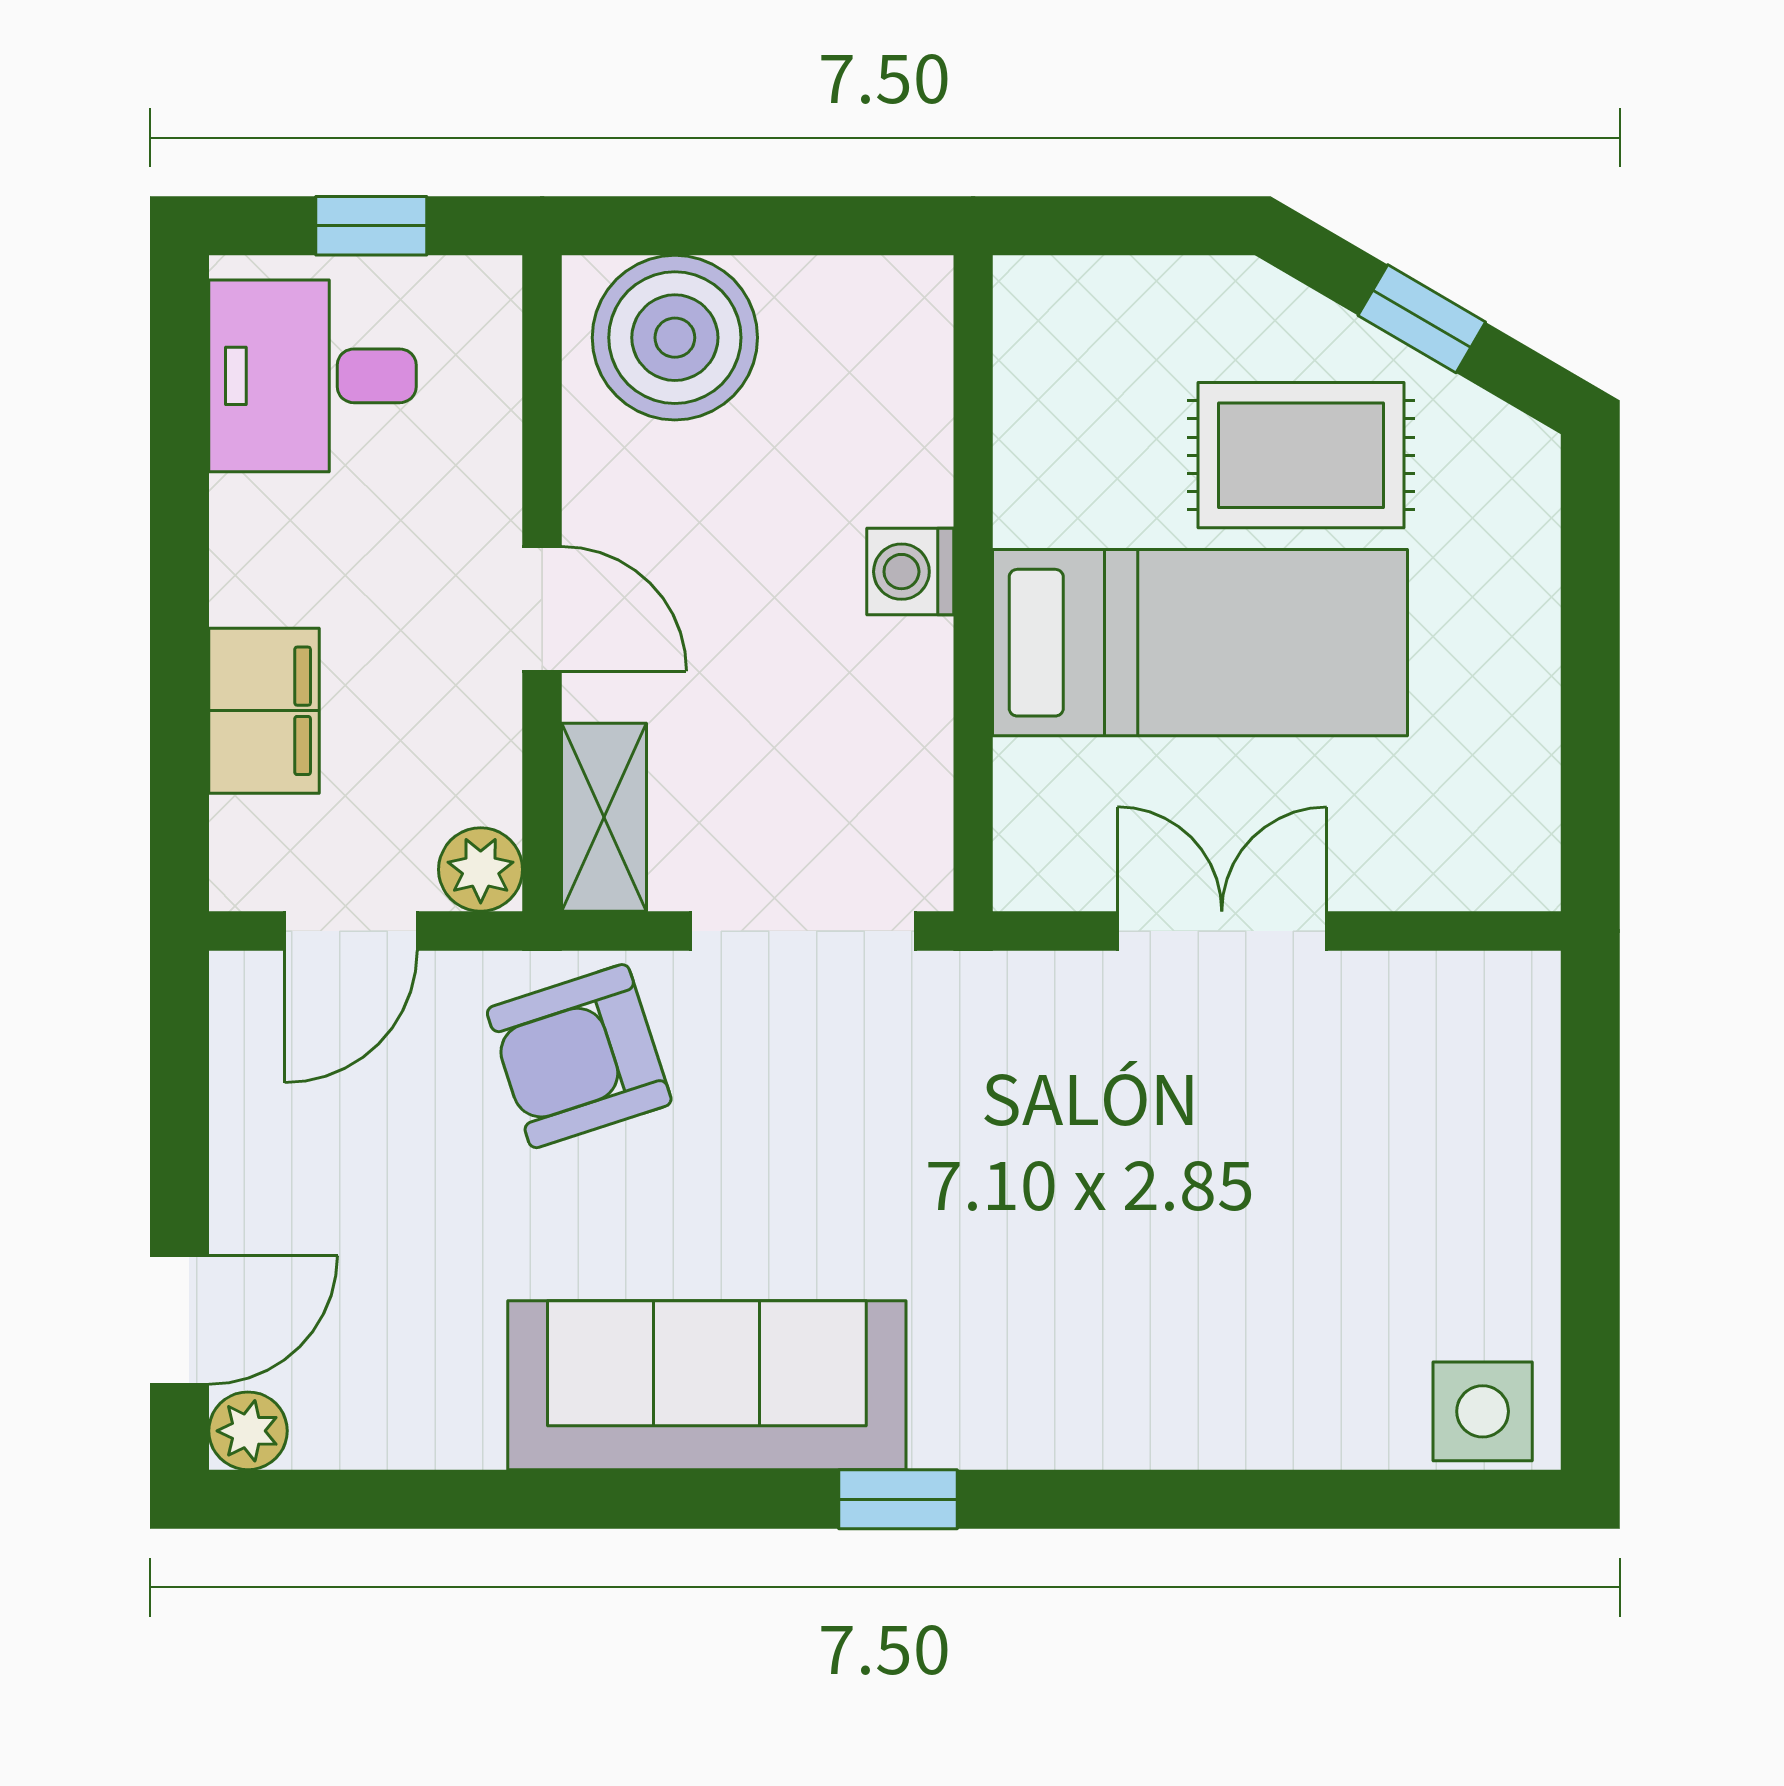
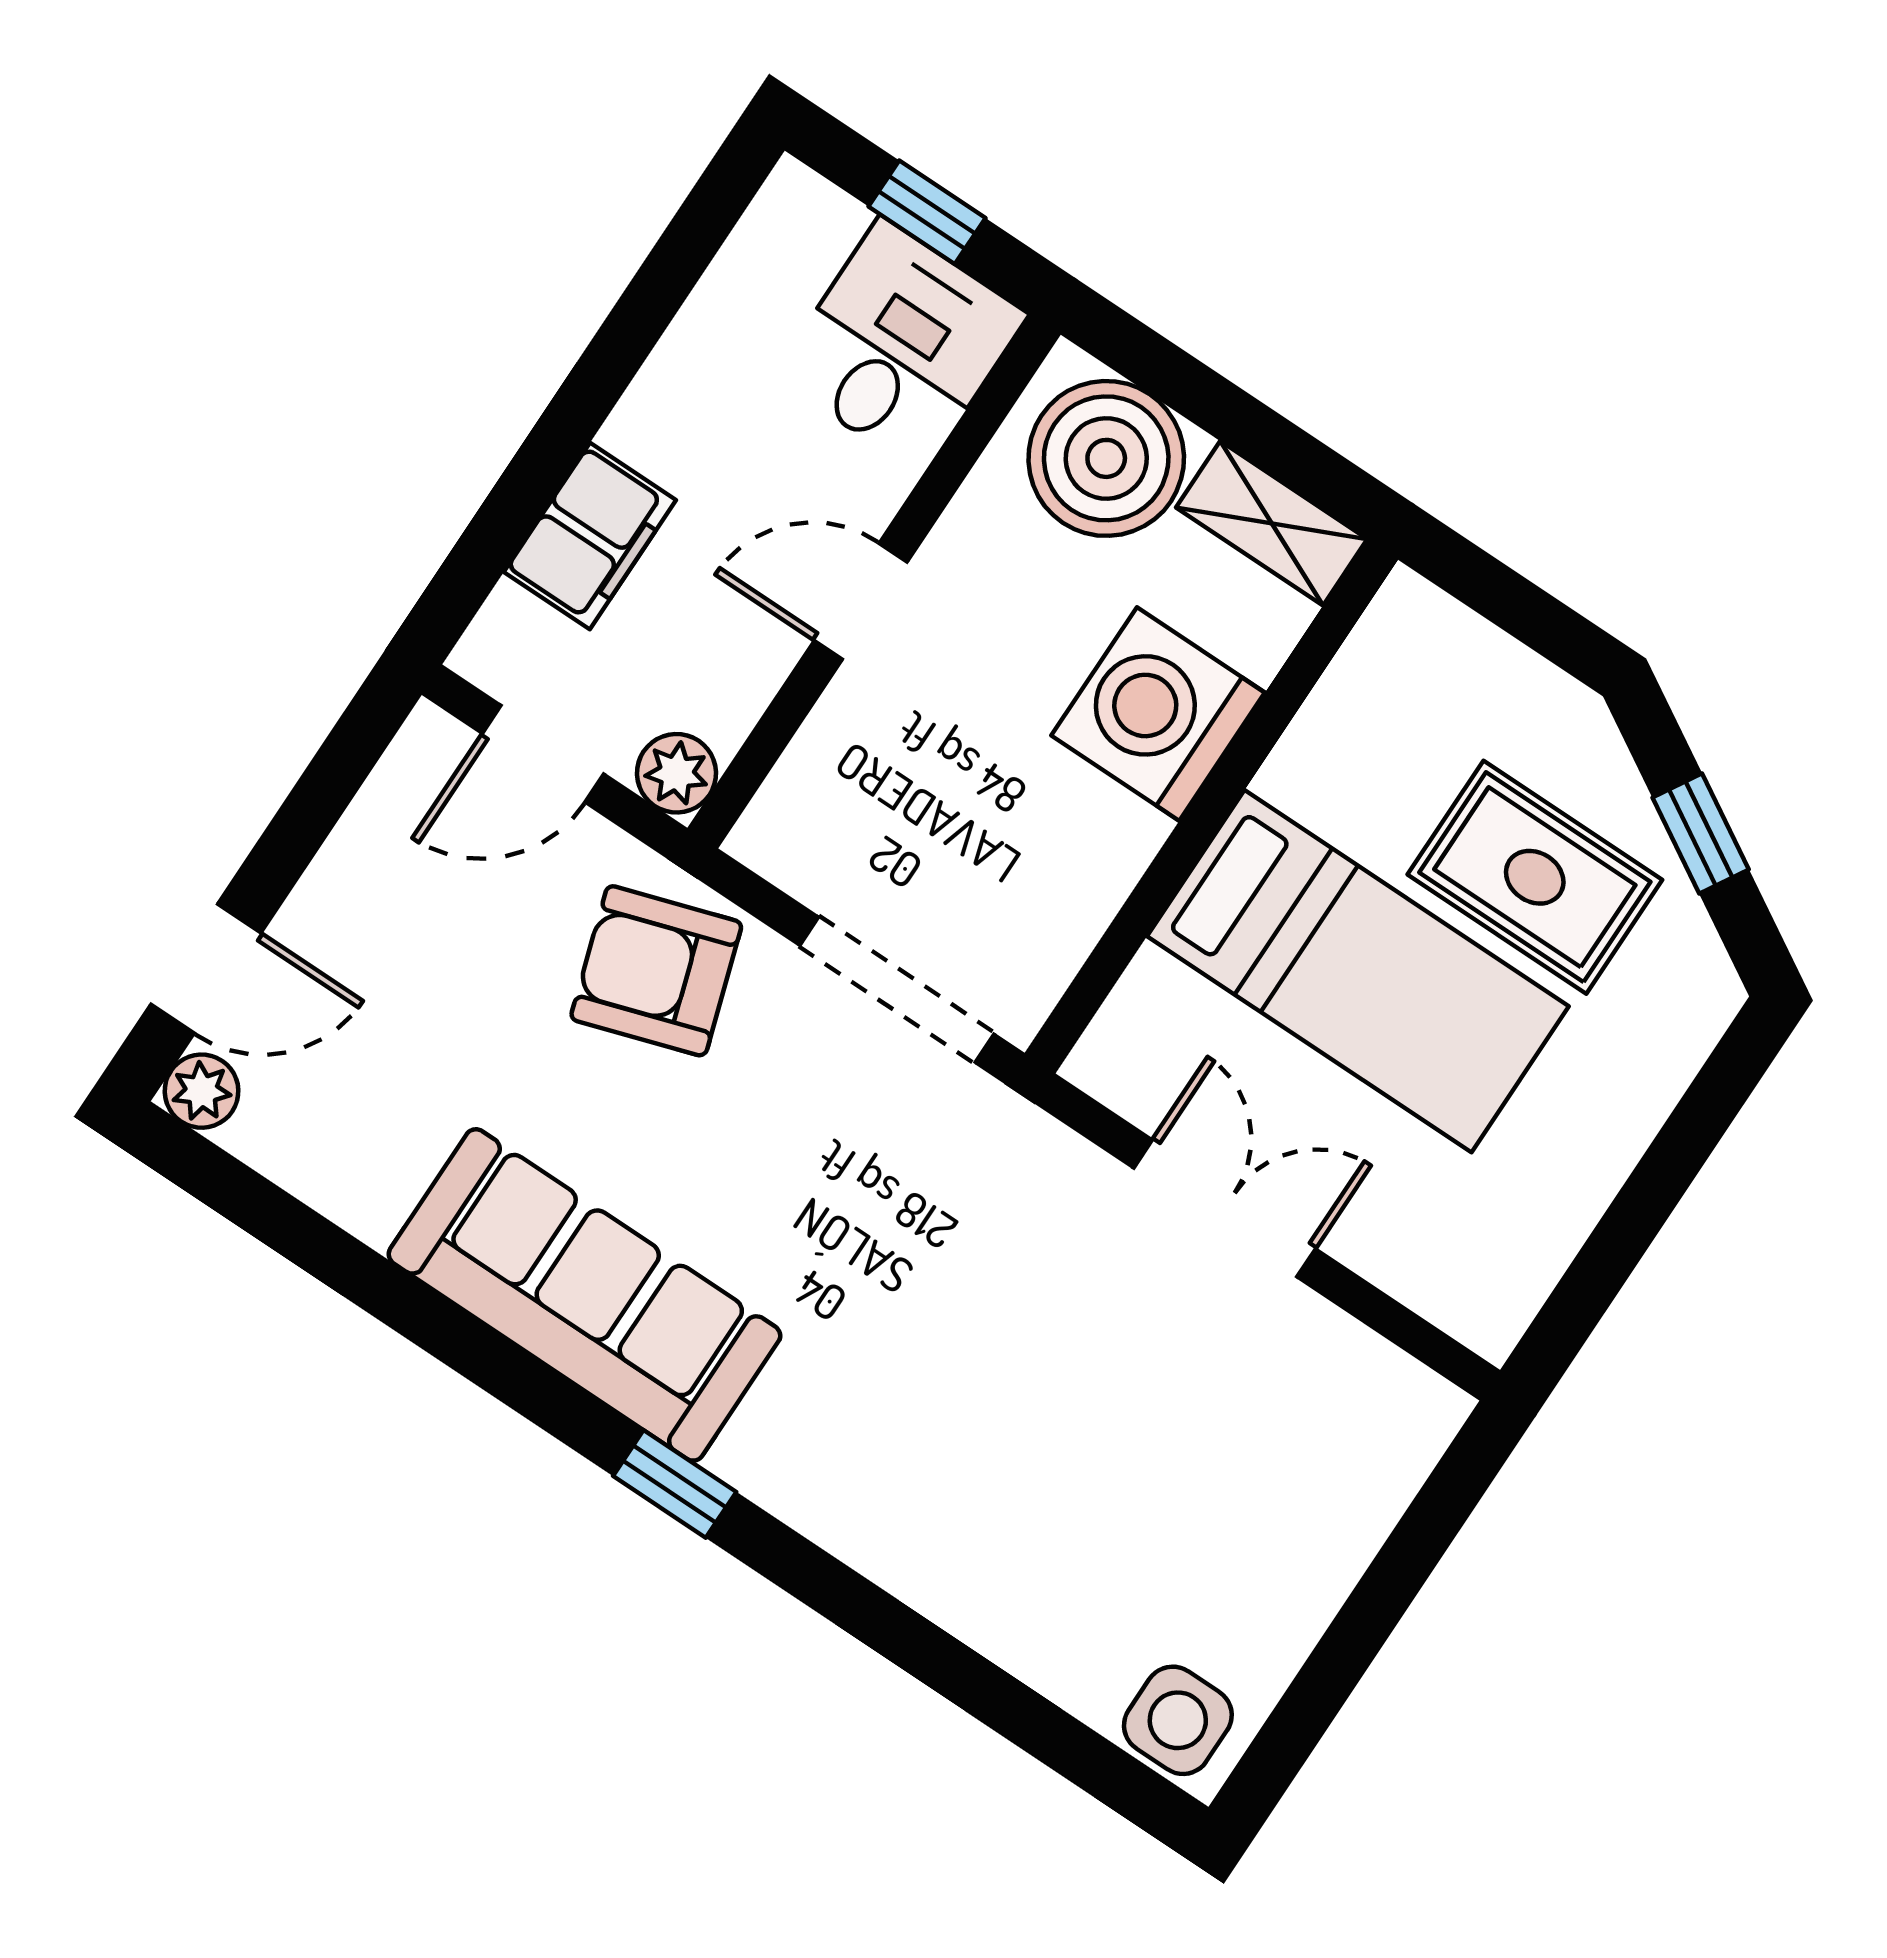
desk: (313, 376) -> (901, 345), moved, turned 90
washing machine: (910, 572) -> (1158, 714), width x1.89, depth x1.89
door: (542, 609) -> (861, 601), swing flipped
shelving: (604, 817) -> (1272, 523), moved, turned 90

